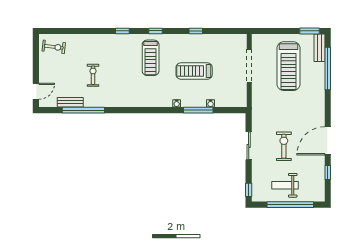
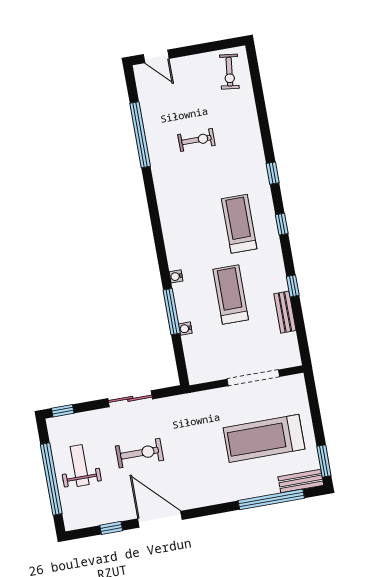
treadmill: (151, 58) -> (239, 224), turned 90
bench: (70, 102) -> (285, 312), moved

